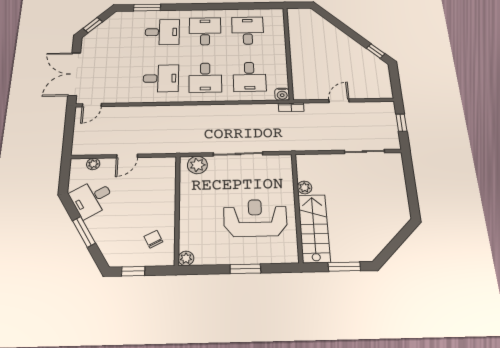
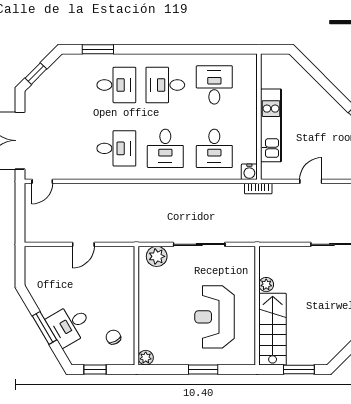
desk: (205, 31) -> (165, 85), turned -90
kitchen unit: (299, 59) -> (271, 125), added
plant: (93, 164) -> (49, 253), removed
desk: (92, 198) -> (69, 325), moved
reception desk: (255, 218) -> (215, 317), turned -90

